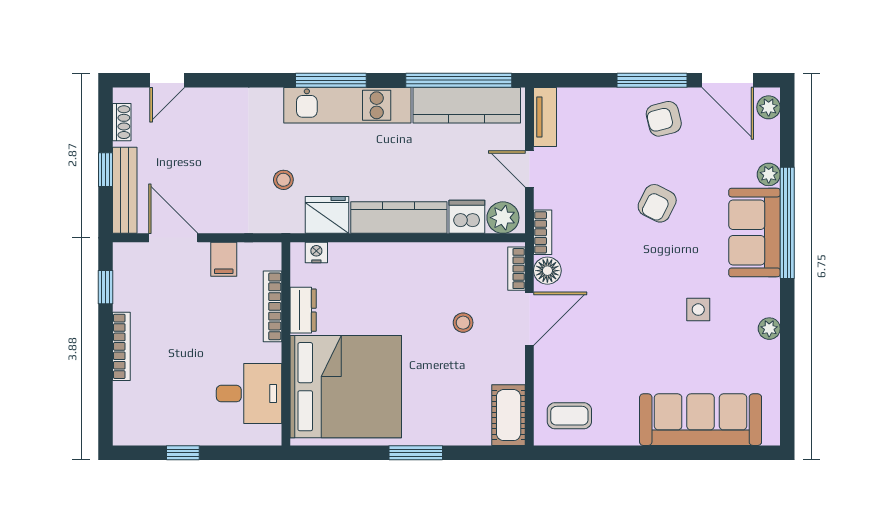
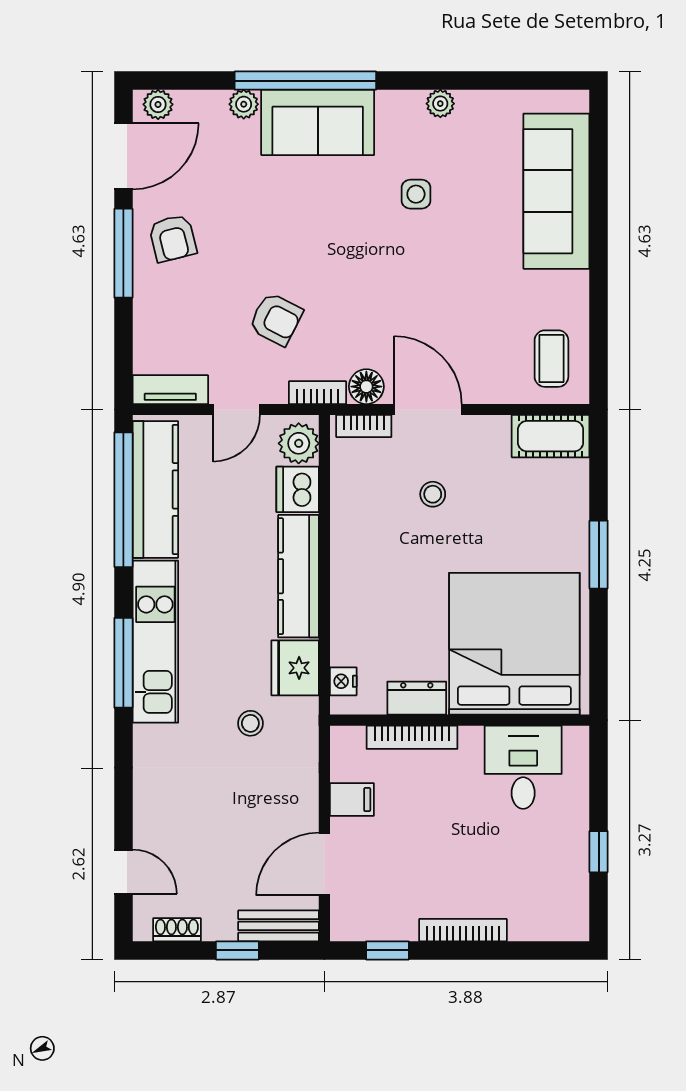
bench: (125, 190) -> (279, 926), width x0.73
armchair: (657, 203) -> (276, 319), moved

